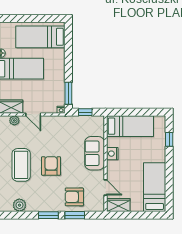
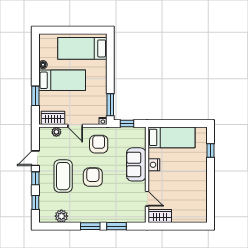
bed: (155, 187) -> (196, 198), removed
armchair: (74, 197) -> (99, 144), moved, turned 90

